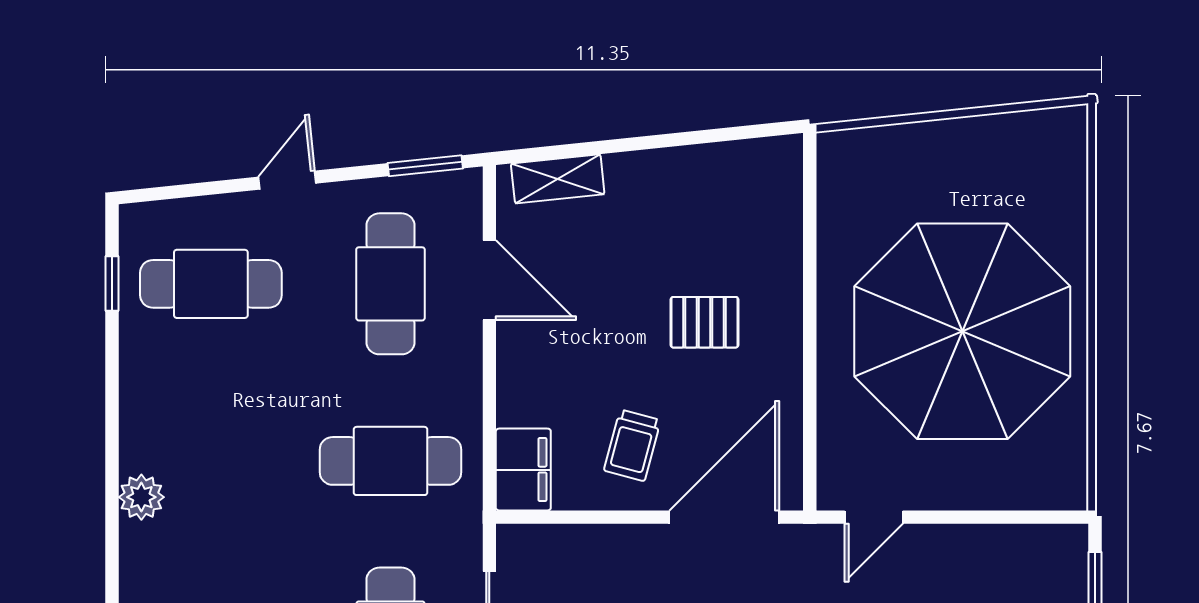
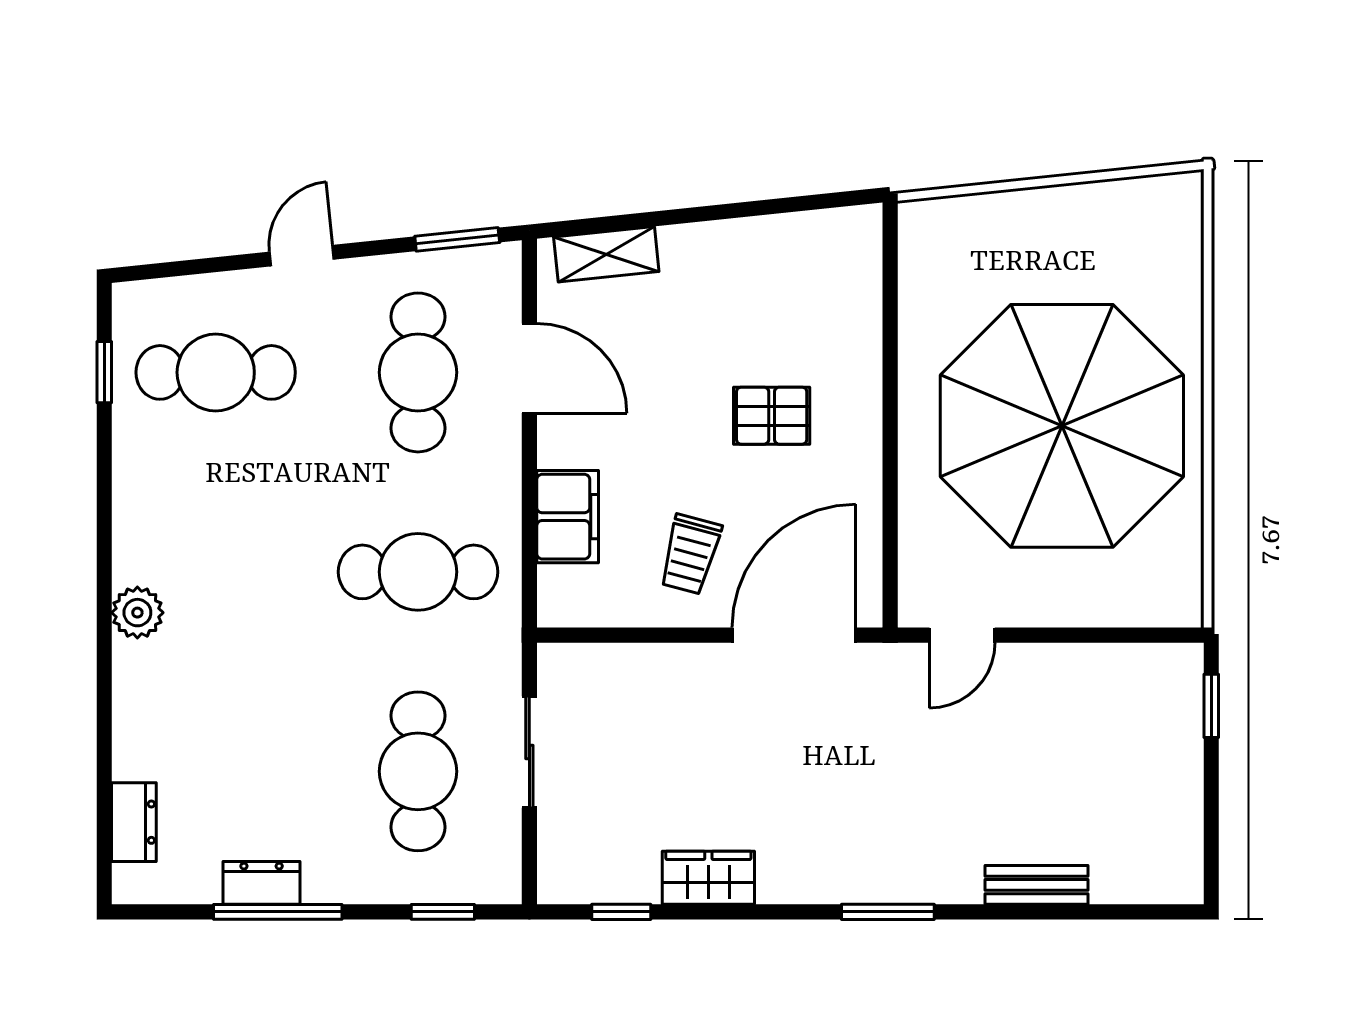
filing cabinet: (523, 470) -> (568, 517), moved

